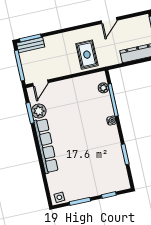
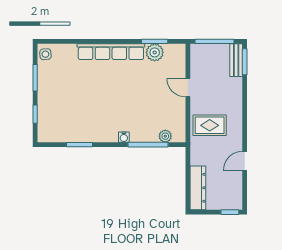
door: (109, 21) -> (245, 161), hinge flipped
door: (40, 83) -> (188, 88), moved

